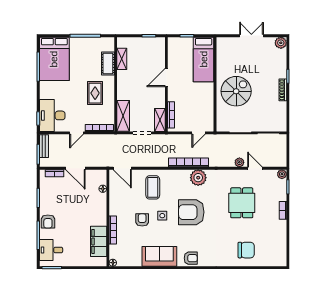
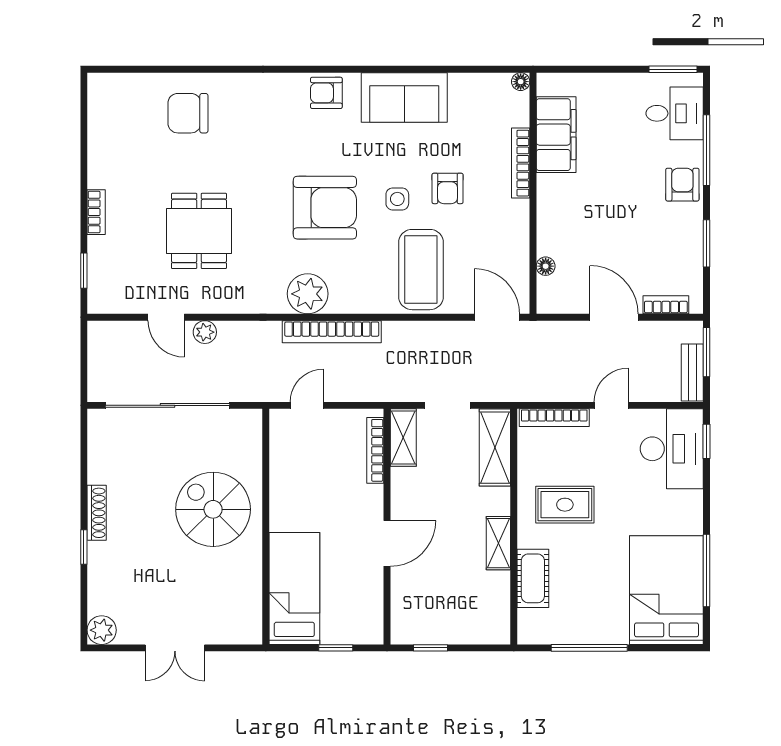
shelving: (122, 59) -> (498, 543), moved
spiral stairs: (236, 91) -> (213, 509), turned 90
rug: (95, 93) -> (565, 505), turned 90
plant: (282, 174) -> (99, 302), removed
coffee table: (153, 187) -> (421, 270), width x1.36, depth x1.32

